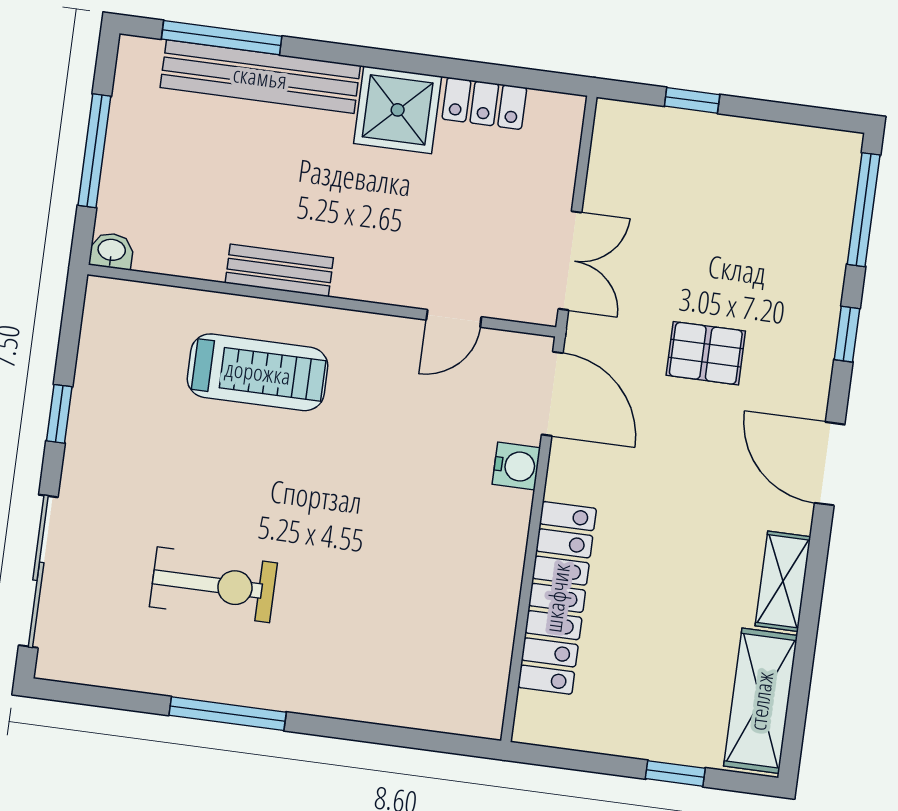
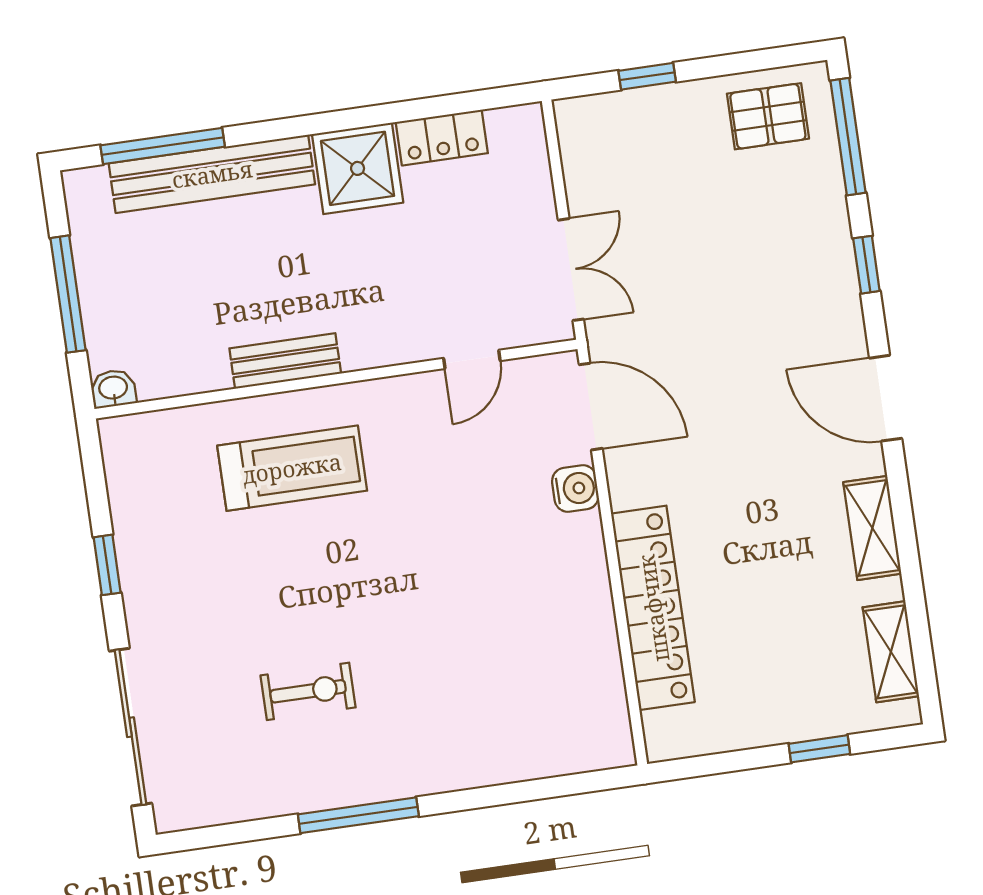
pallet: (706, 353) -> (768, 116), moved
exercise bike: (213, 585) -> (308, 691), width x0.73, depth x0.72
shelving: (761, 701) -> (891, 652), width x0.67, depth x0.75

